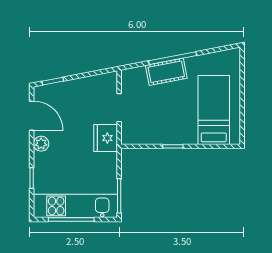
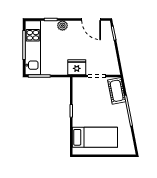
cot: (166, 72) -> (117, 91), moved
door: (32, 116) -> (91, 19), hinge flipped
plant: (41, 144) -> (62, 26), moved

